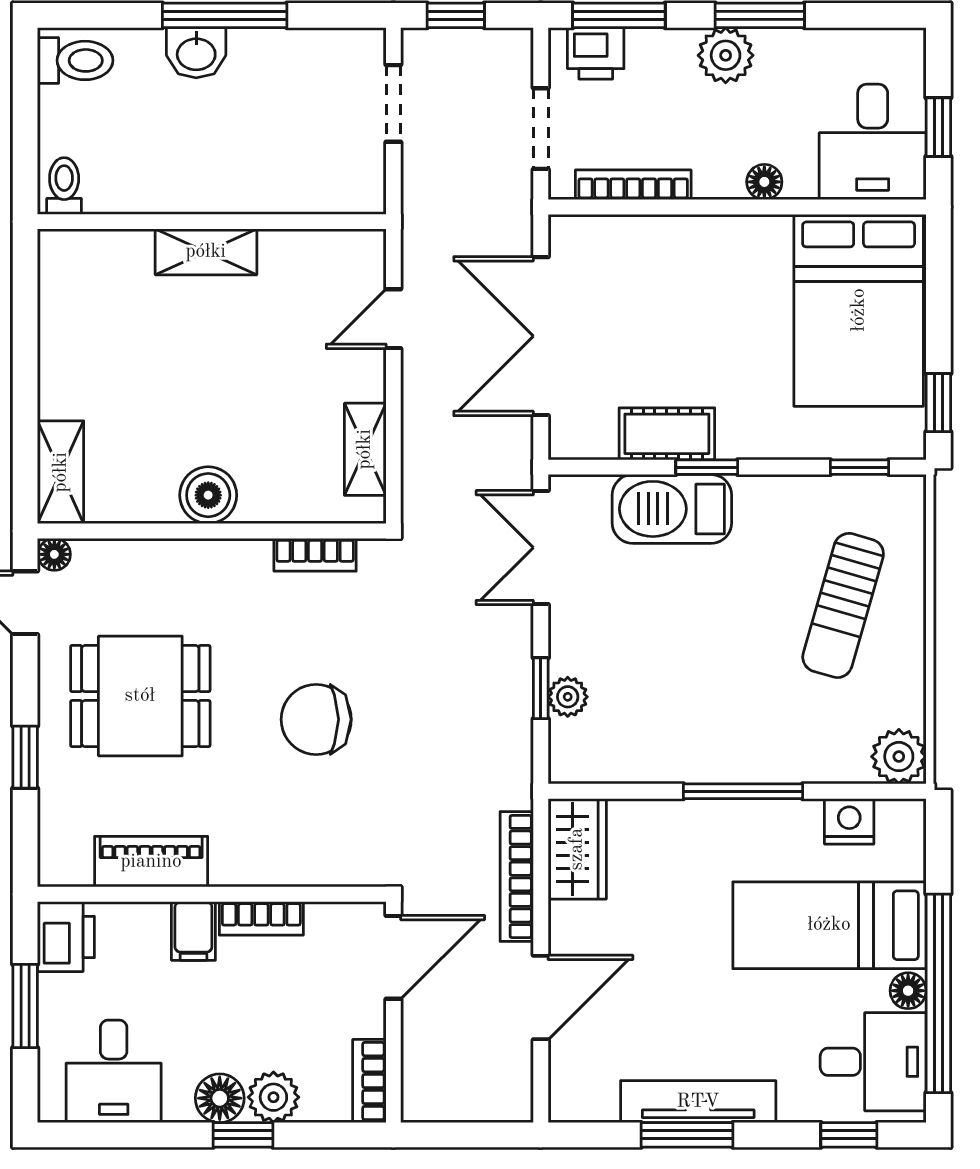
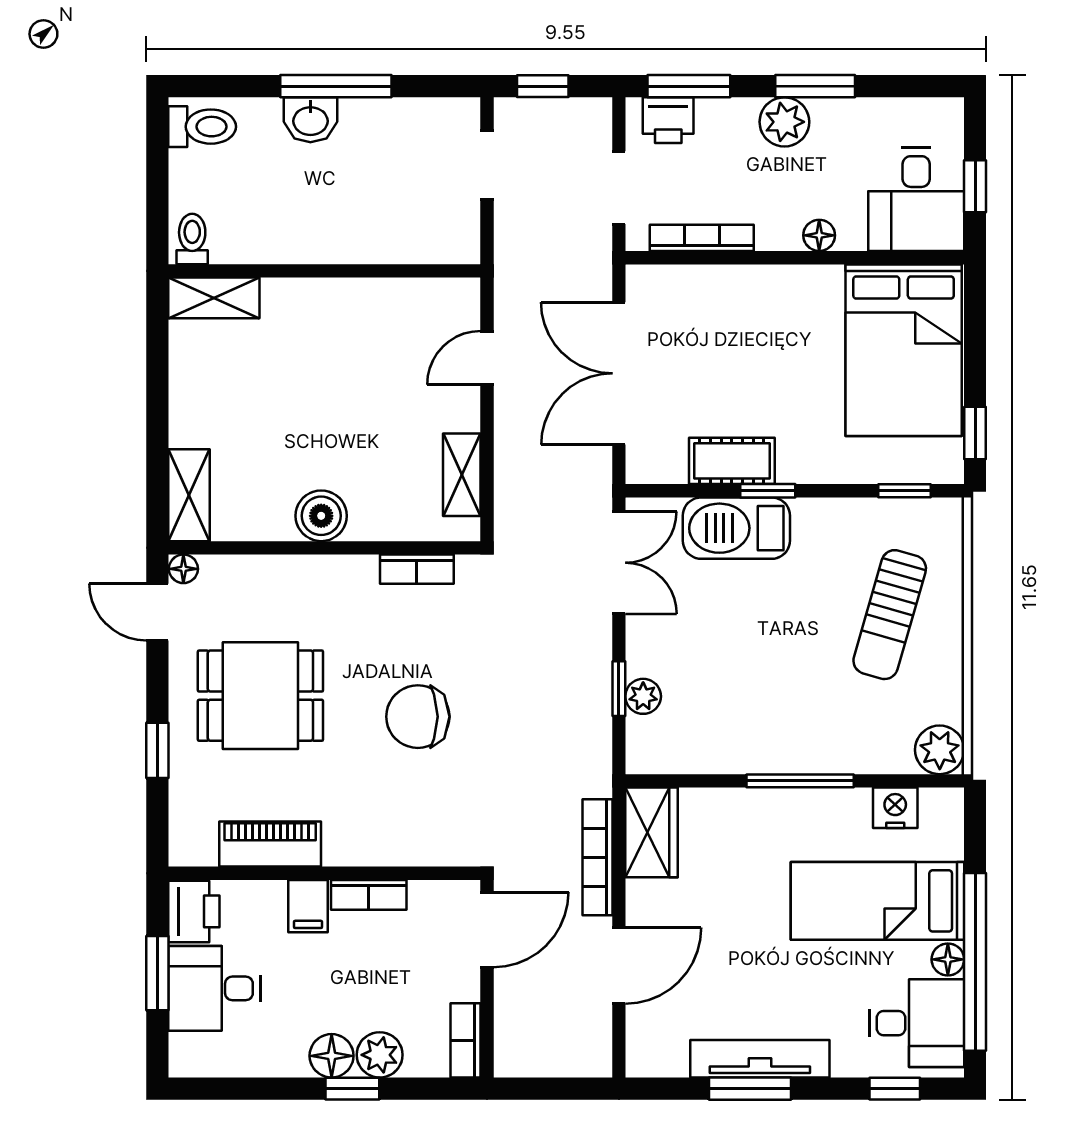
shelving: (206, 252) -> (214, 298), moved
double door: (541, 548) -> (619, 563), swing flipped
desk: (114, 1071) -> (214, 988), moved, turned 90

